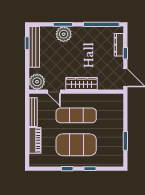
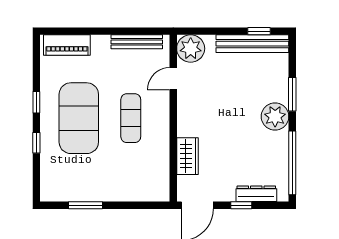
plant: (64, 34) -> (275, 117), moved
wardrobe: (81, 83) -> (187, 156), moved, width x0.67
exercise mat: (76, 115) -> (131, 118), width x0.73, depth x0.69
piano: (35, 140) -> (67, 45), moved

